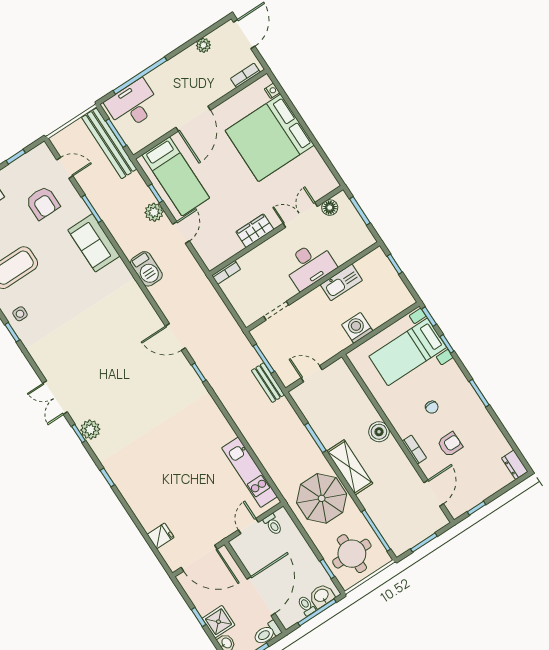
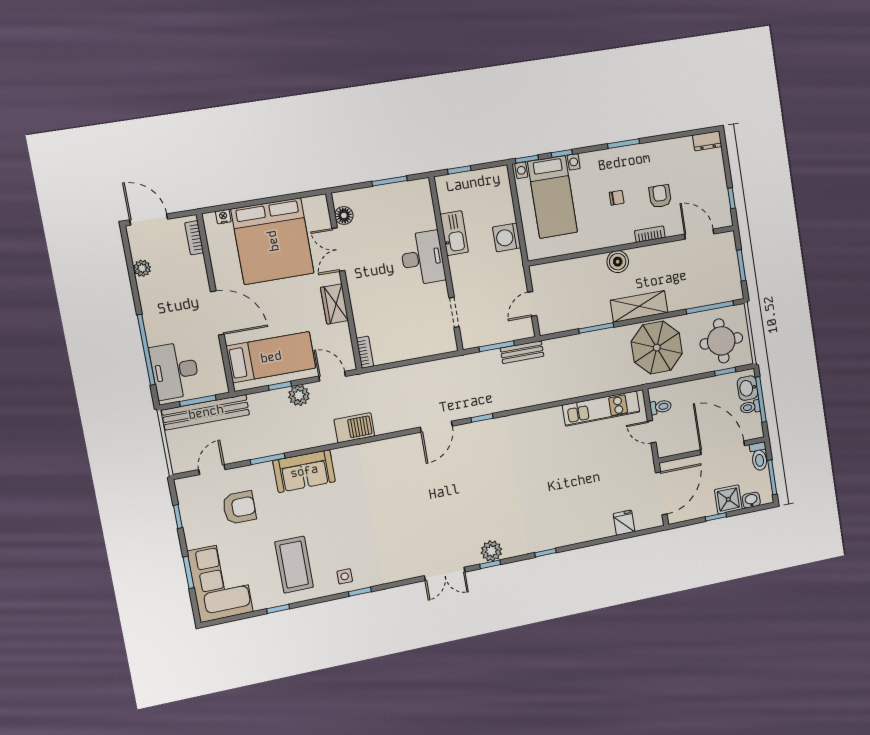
floor lamp: (330, 208) -> (344, 215), moved
double door: (300, 215) -> (338, 250), moved
wardrobe: (255, 231) -> (334, 304), moved
wall: (276, 231) -> (344, 282), moved
bookcase: (226, 272) -> (365, 352), moved

